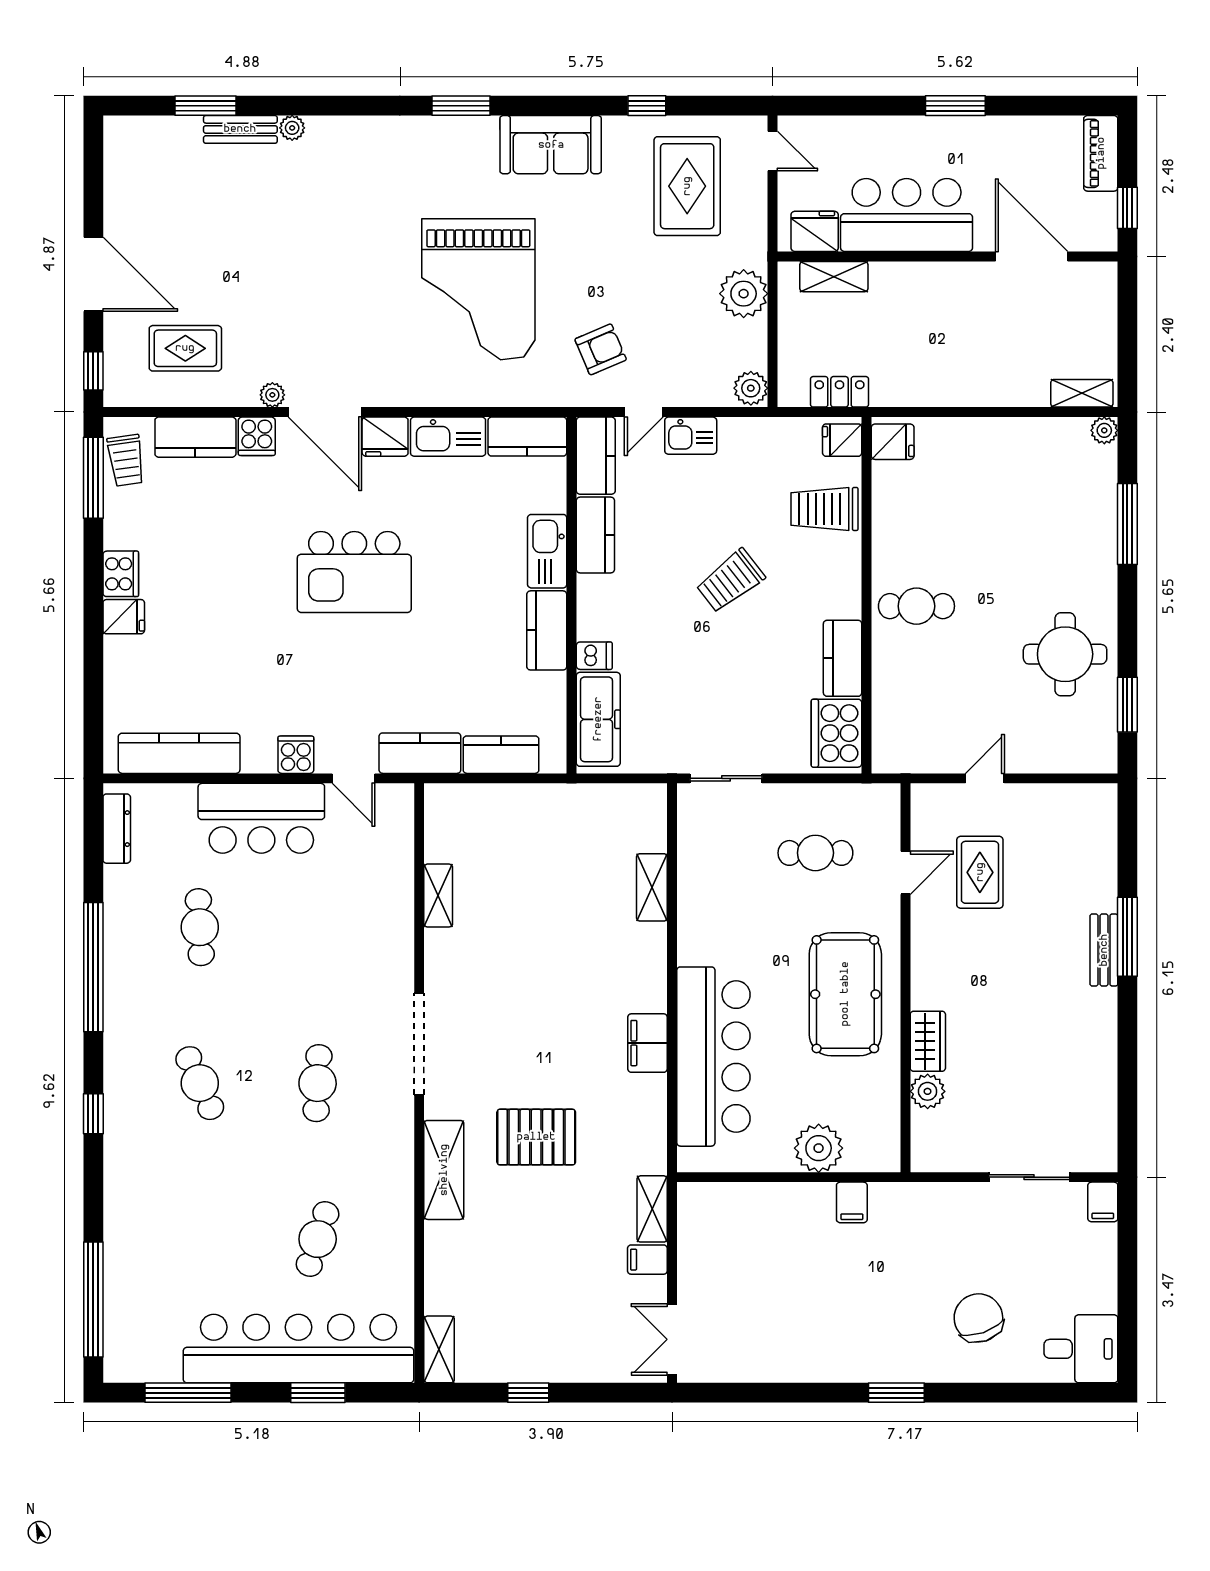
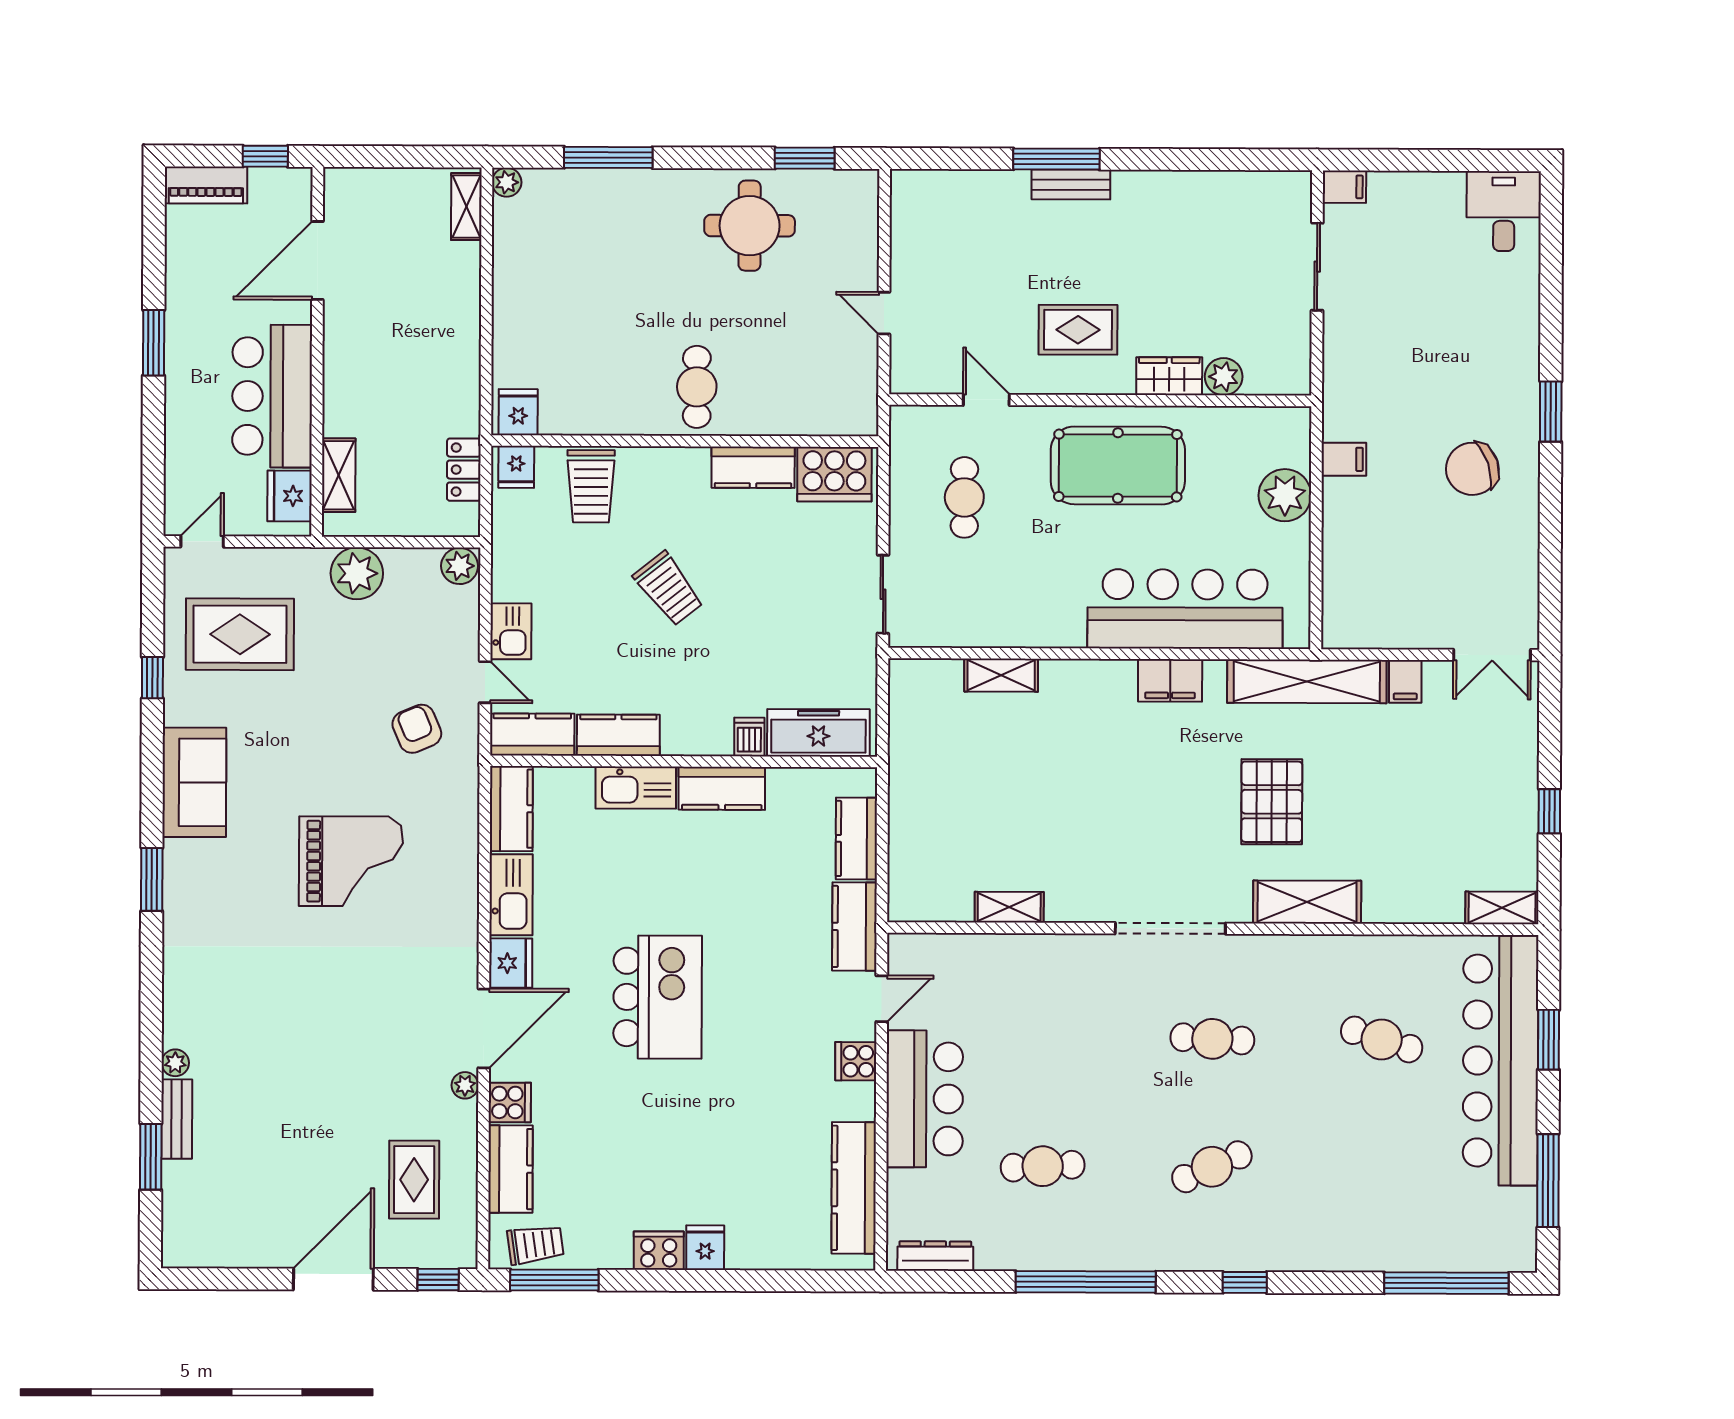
grand piano: (478, 289) -> (351, 861), width x0.73, depth x0.68
rug: (980, 872) -> (1078, 330), moved
shelving: (652, 1209) -> (1307, 681), width x2.20, depth x1.33
chair: (978, 1318) -> (1472, 469), moved

